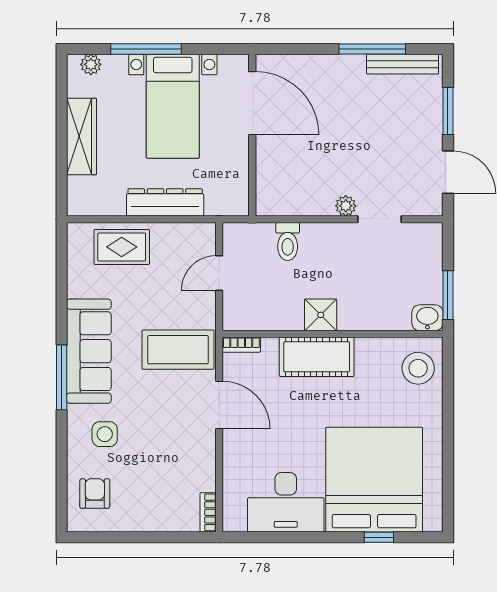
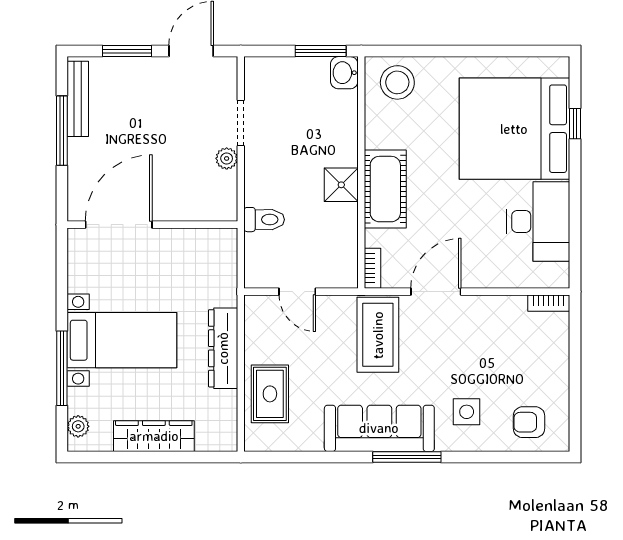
door: (252, 103) -> (119, 225), moved
wall: (252, 135) -> (152, 225), moved

